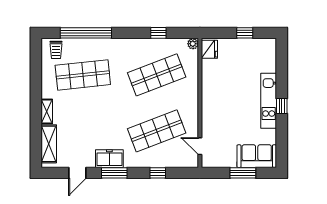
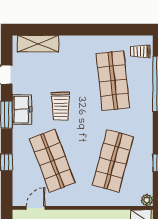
shop shelf: (157, 75) -> (113, 161), turned 36
shelving: (47, 111) -> (73, 41), removed
trolley: (106, 123) -> (61, 106), added

